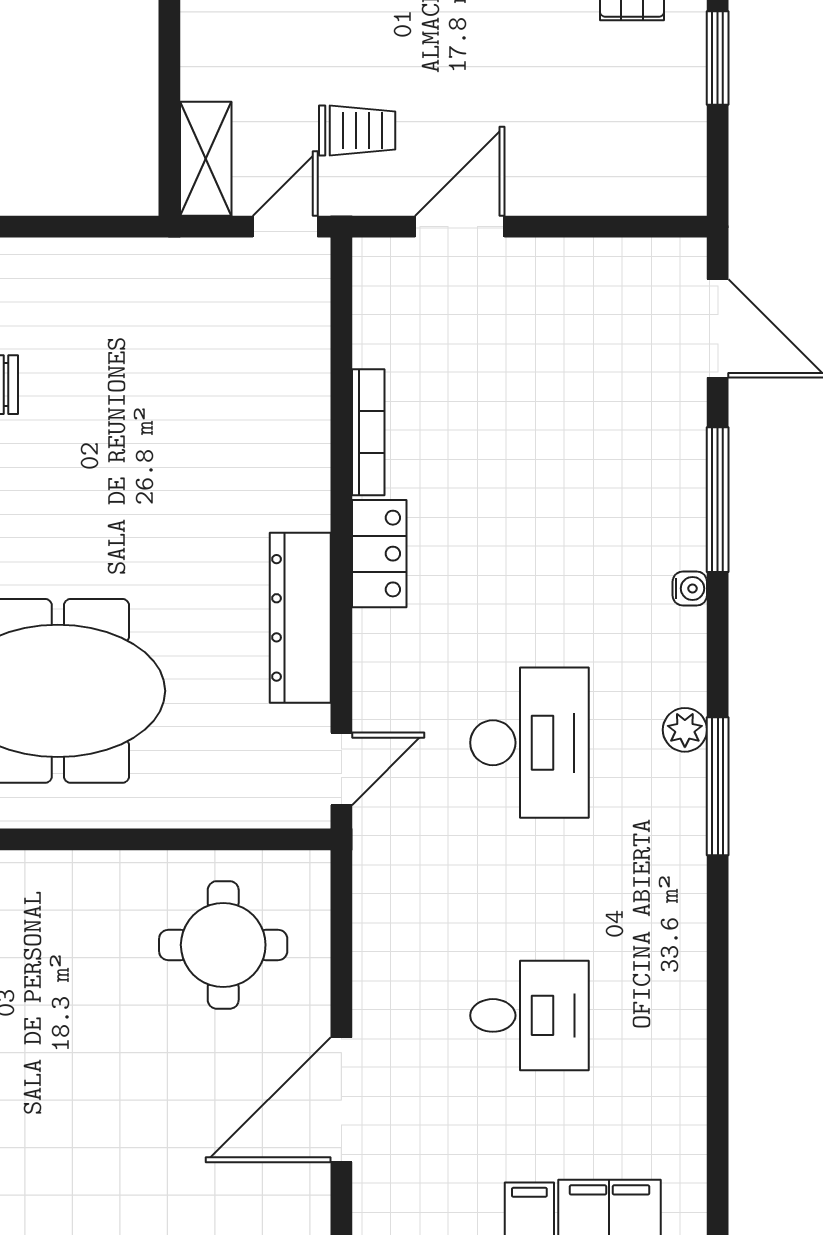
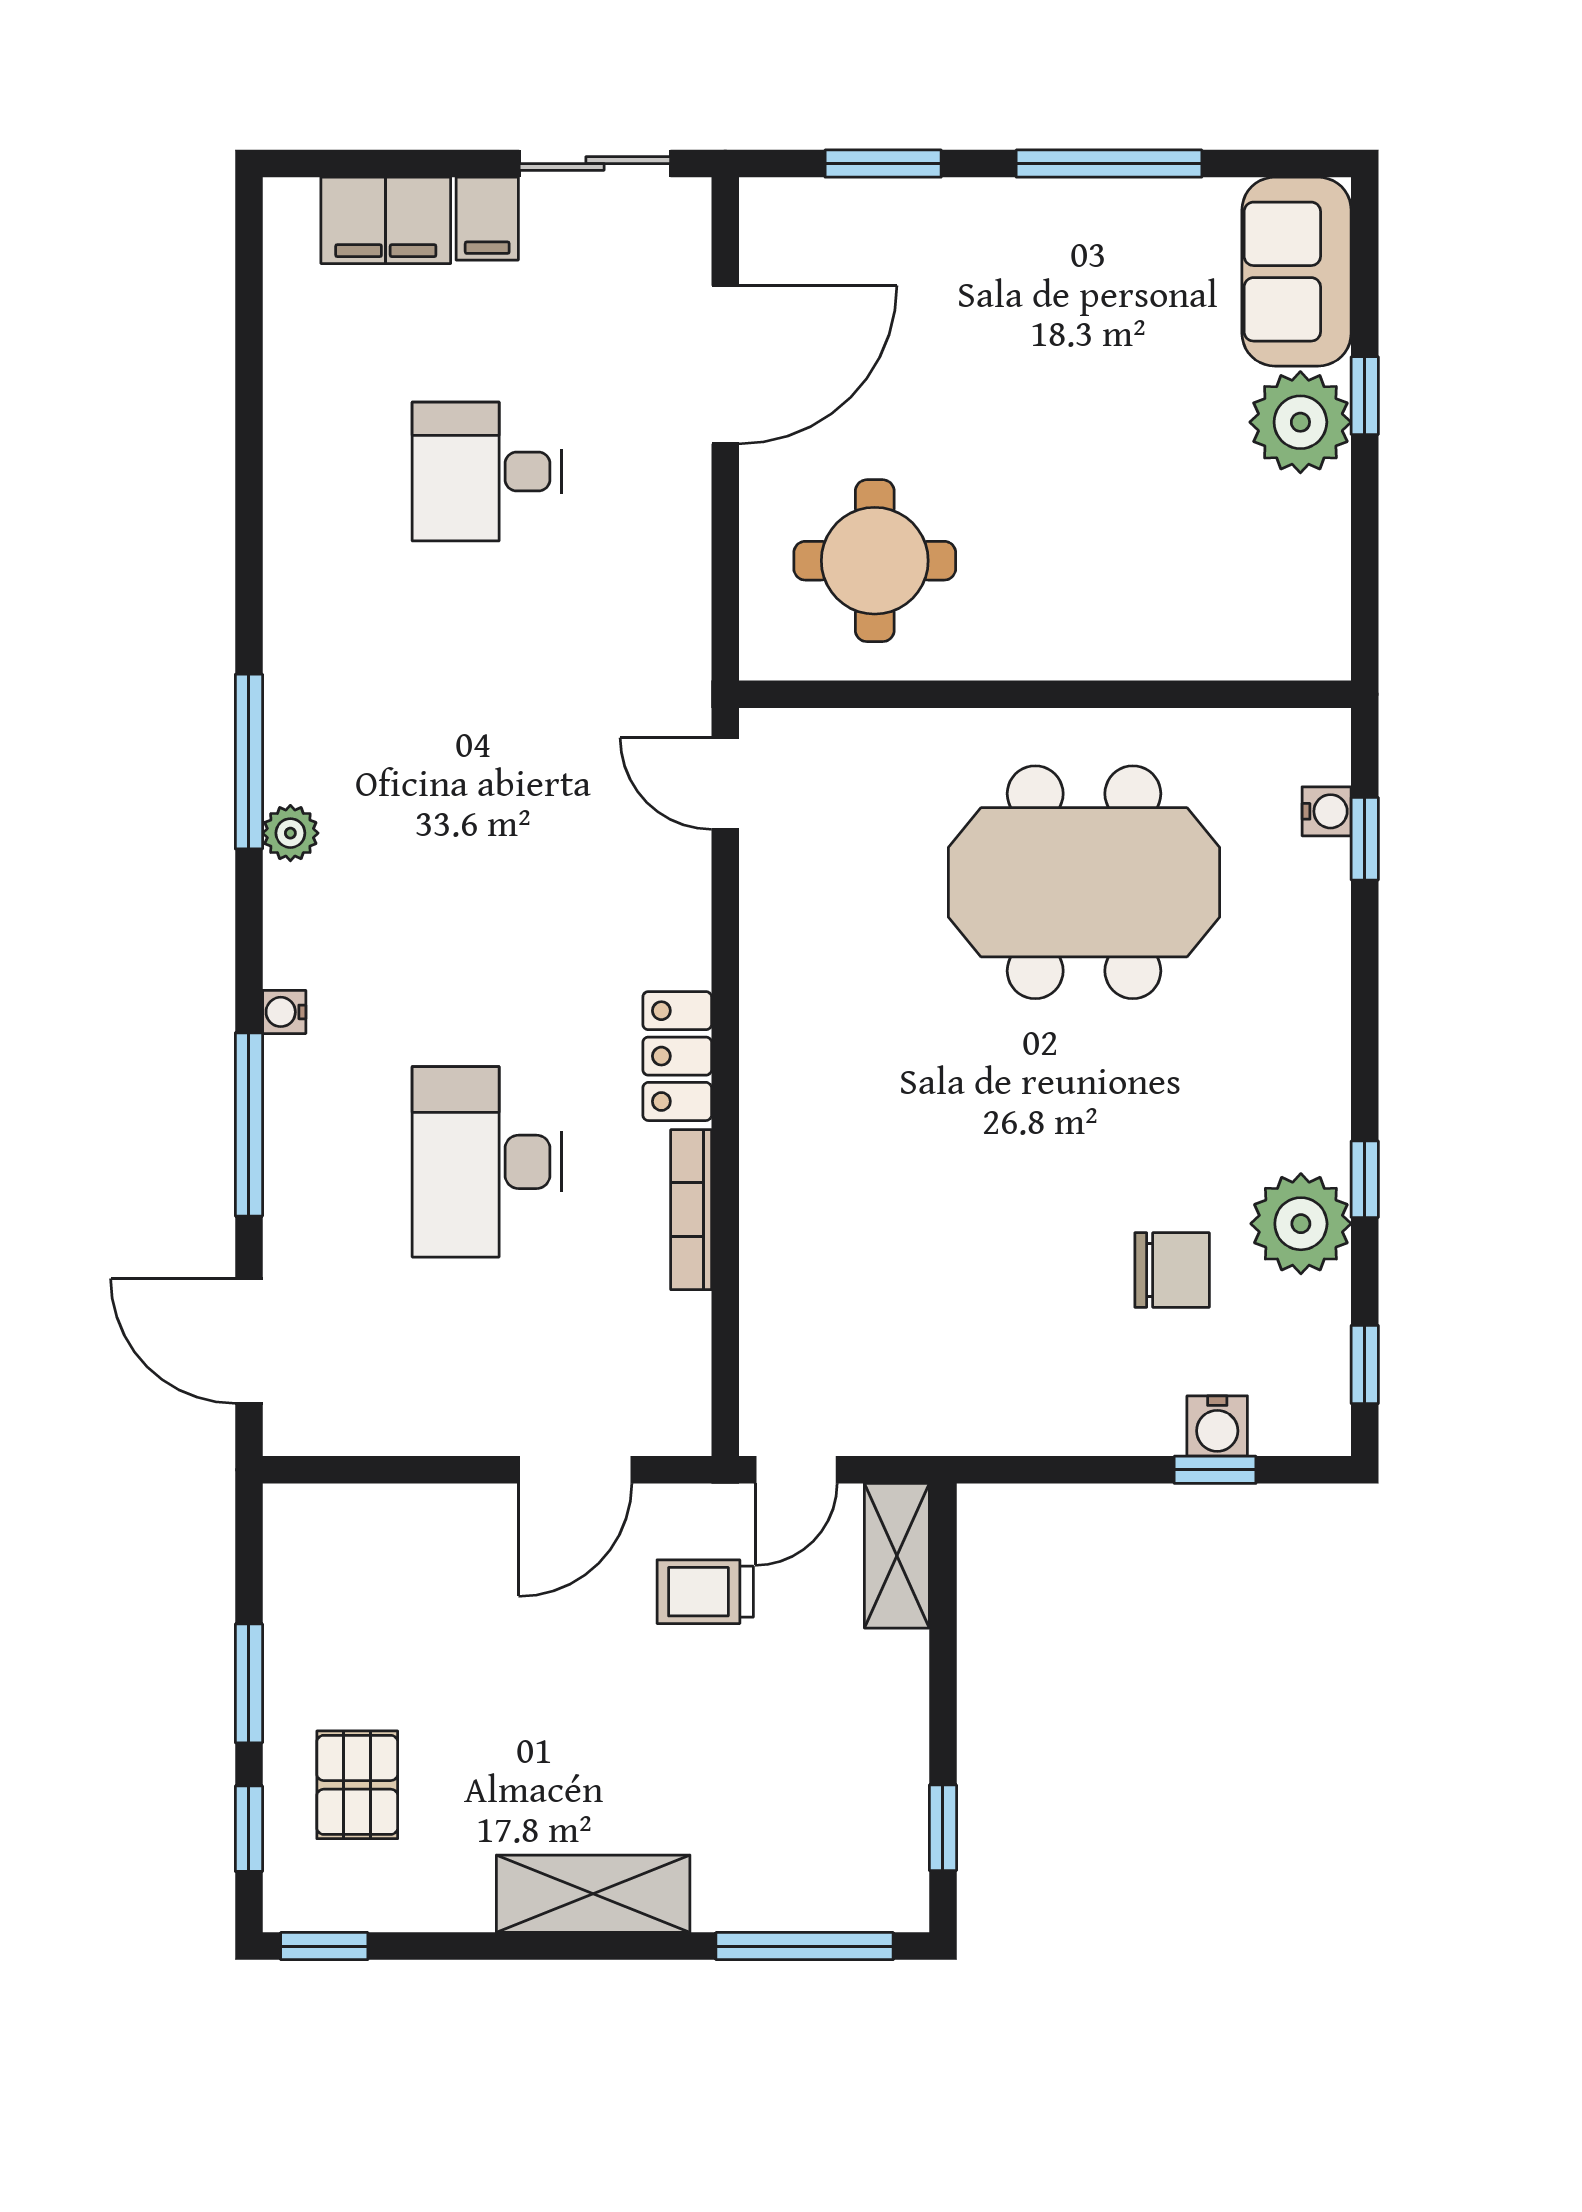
dresser: (300, 618) -> (777, 975), removed
desk: (529, 743) -> (487, 1162), moved
door: (341, 769) -> (725, 784), hinge flipped

